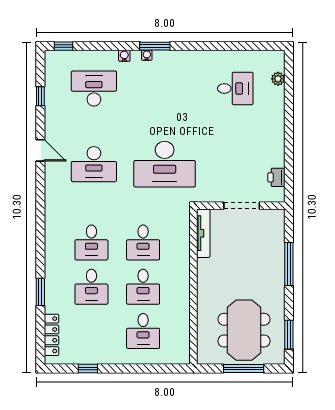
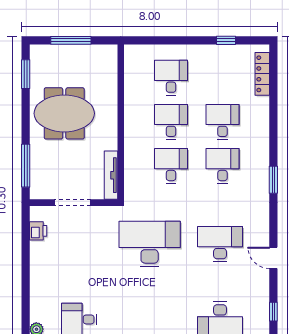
window: (289, 264) -> (26, 166), moved
window: (40, 292) -> (273, 180), moved
meeting table: (244, 330) -> (64, 113), moved, turned 90

